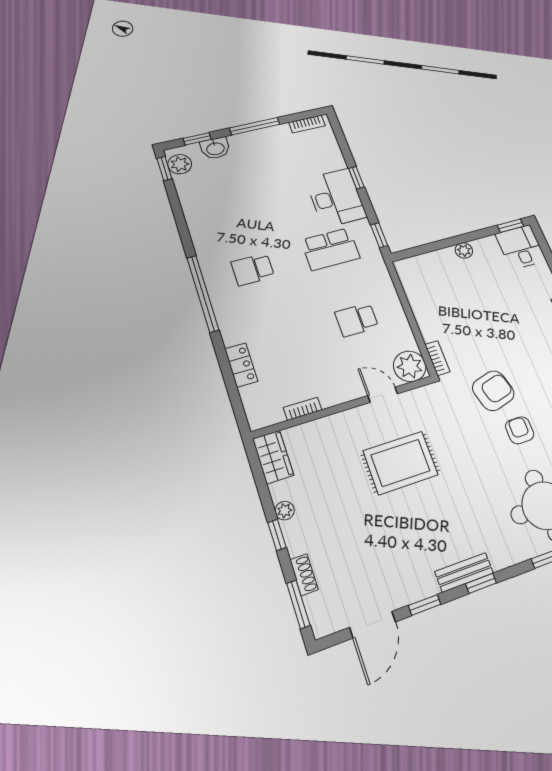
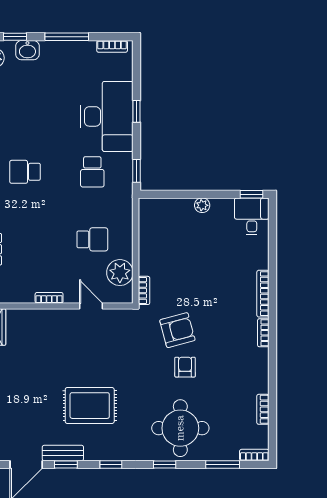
desk: (336, 198) -> (107, 116), width x1.36, depth x1.30
school desk: (330, 249) -> (92, 172), width x0.54
school desk: (357, 320) -> (92, 239), turned 180
plant: (410, 366) -> (120, 273), moved
bookcase: (303, 409) -> (49, 298), moved
rug: (400, 463) -> (90, 406), moved
bench: (464, 572) -> (63, 453), moved

